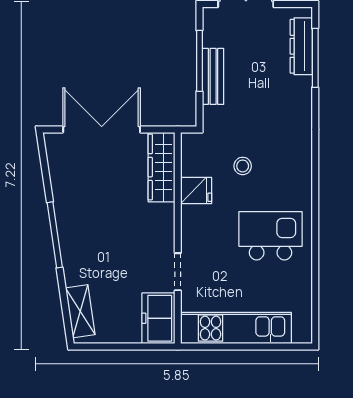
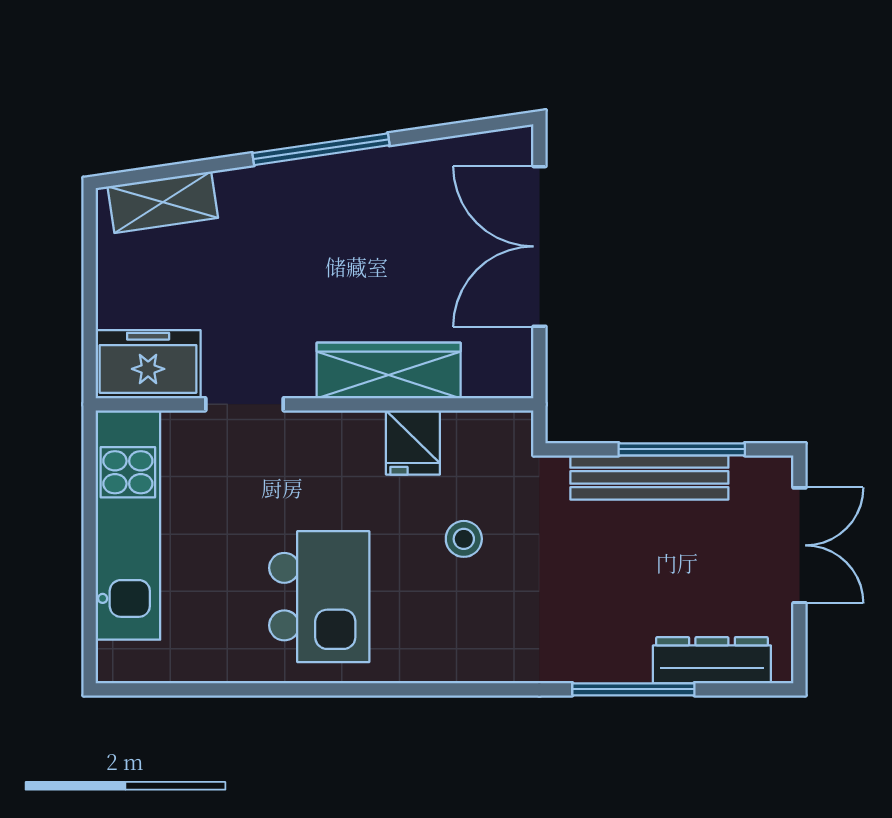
window: (315, 58) -> (633, 689), moved
bench: (213, 76) -> (649, 477), width x1.36
double door: (102, 129) -> (539, 246), swing flipped
wardrobe: (161, 167) -> (389, 370), moved

